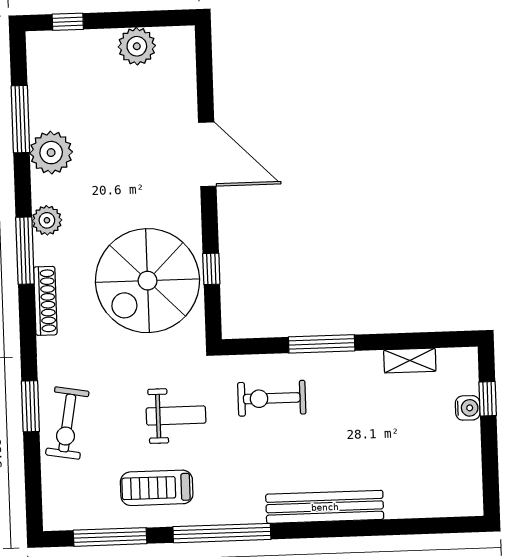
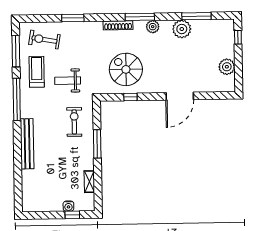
spiral stairs: (148, 281) -> (126, 69), width x0.73, depth x0.73
weight bench: (176, 415) -> (68, 81), turned 90
exercise bike: (67, 423) -> (44, 40), moved

